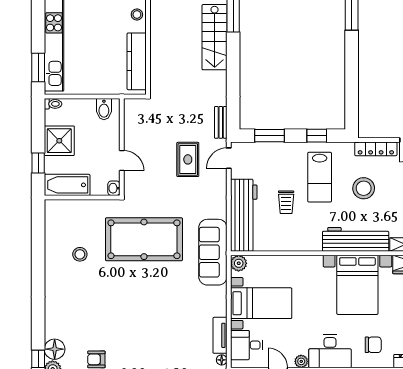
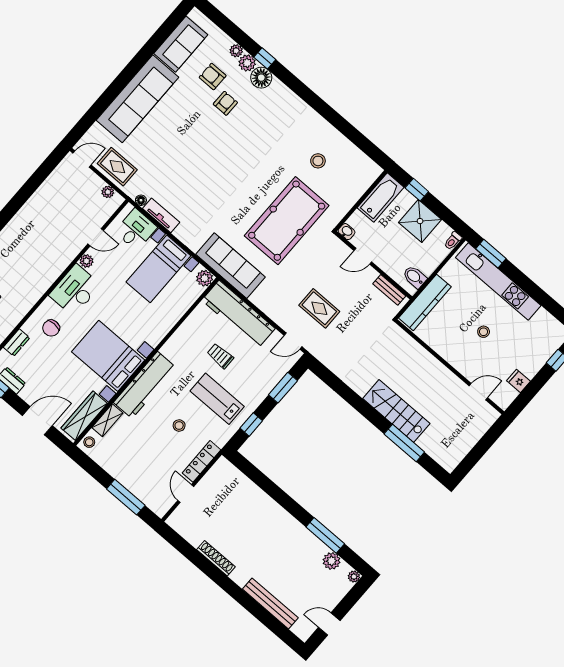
stool: (137, 14) -> (484, 332), moved
kitchen counter: (137, 61) -> (425, 302), moved, turned 90
bench: (221, 122) -> (389, 290), moved
door: (229, 158) -> (293, 341), swing flipped
stool: (364, 188) -> (179, 426), width x0.53, depth x0.53

